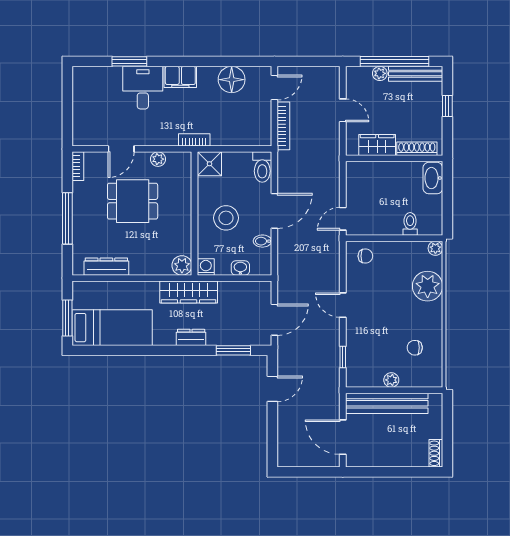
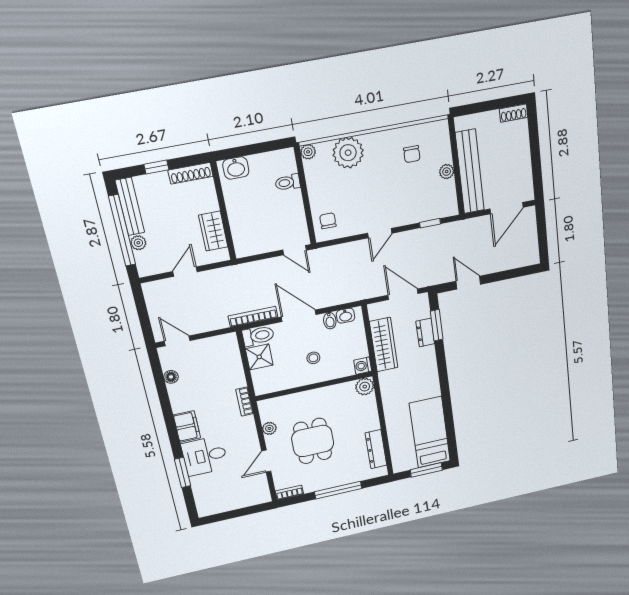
floor lamp: (232, 80) -> (171, 377), width x0.53, depth x0.53
bookcase: (283, 126) -> (253, 317), moved
door: (121, 149) -> (266, 461), swing flipped
shoe rack: (417, 149) -> (191, 173), moved, turned -90
shower: (209, 164) -> (259, 357), moved
washbasin: (433, 178) -> (236, 168), width x0.72
stool: (226, 218) -> (313, 358), width x0.53, depth x0.53
washbasin: (240, 268) -> (346, 316), moved, turned -90
wardrobe: (189, 292) -> (384, 345), moved
dresser: (191, 337) -> (425, 333), moved

